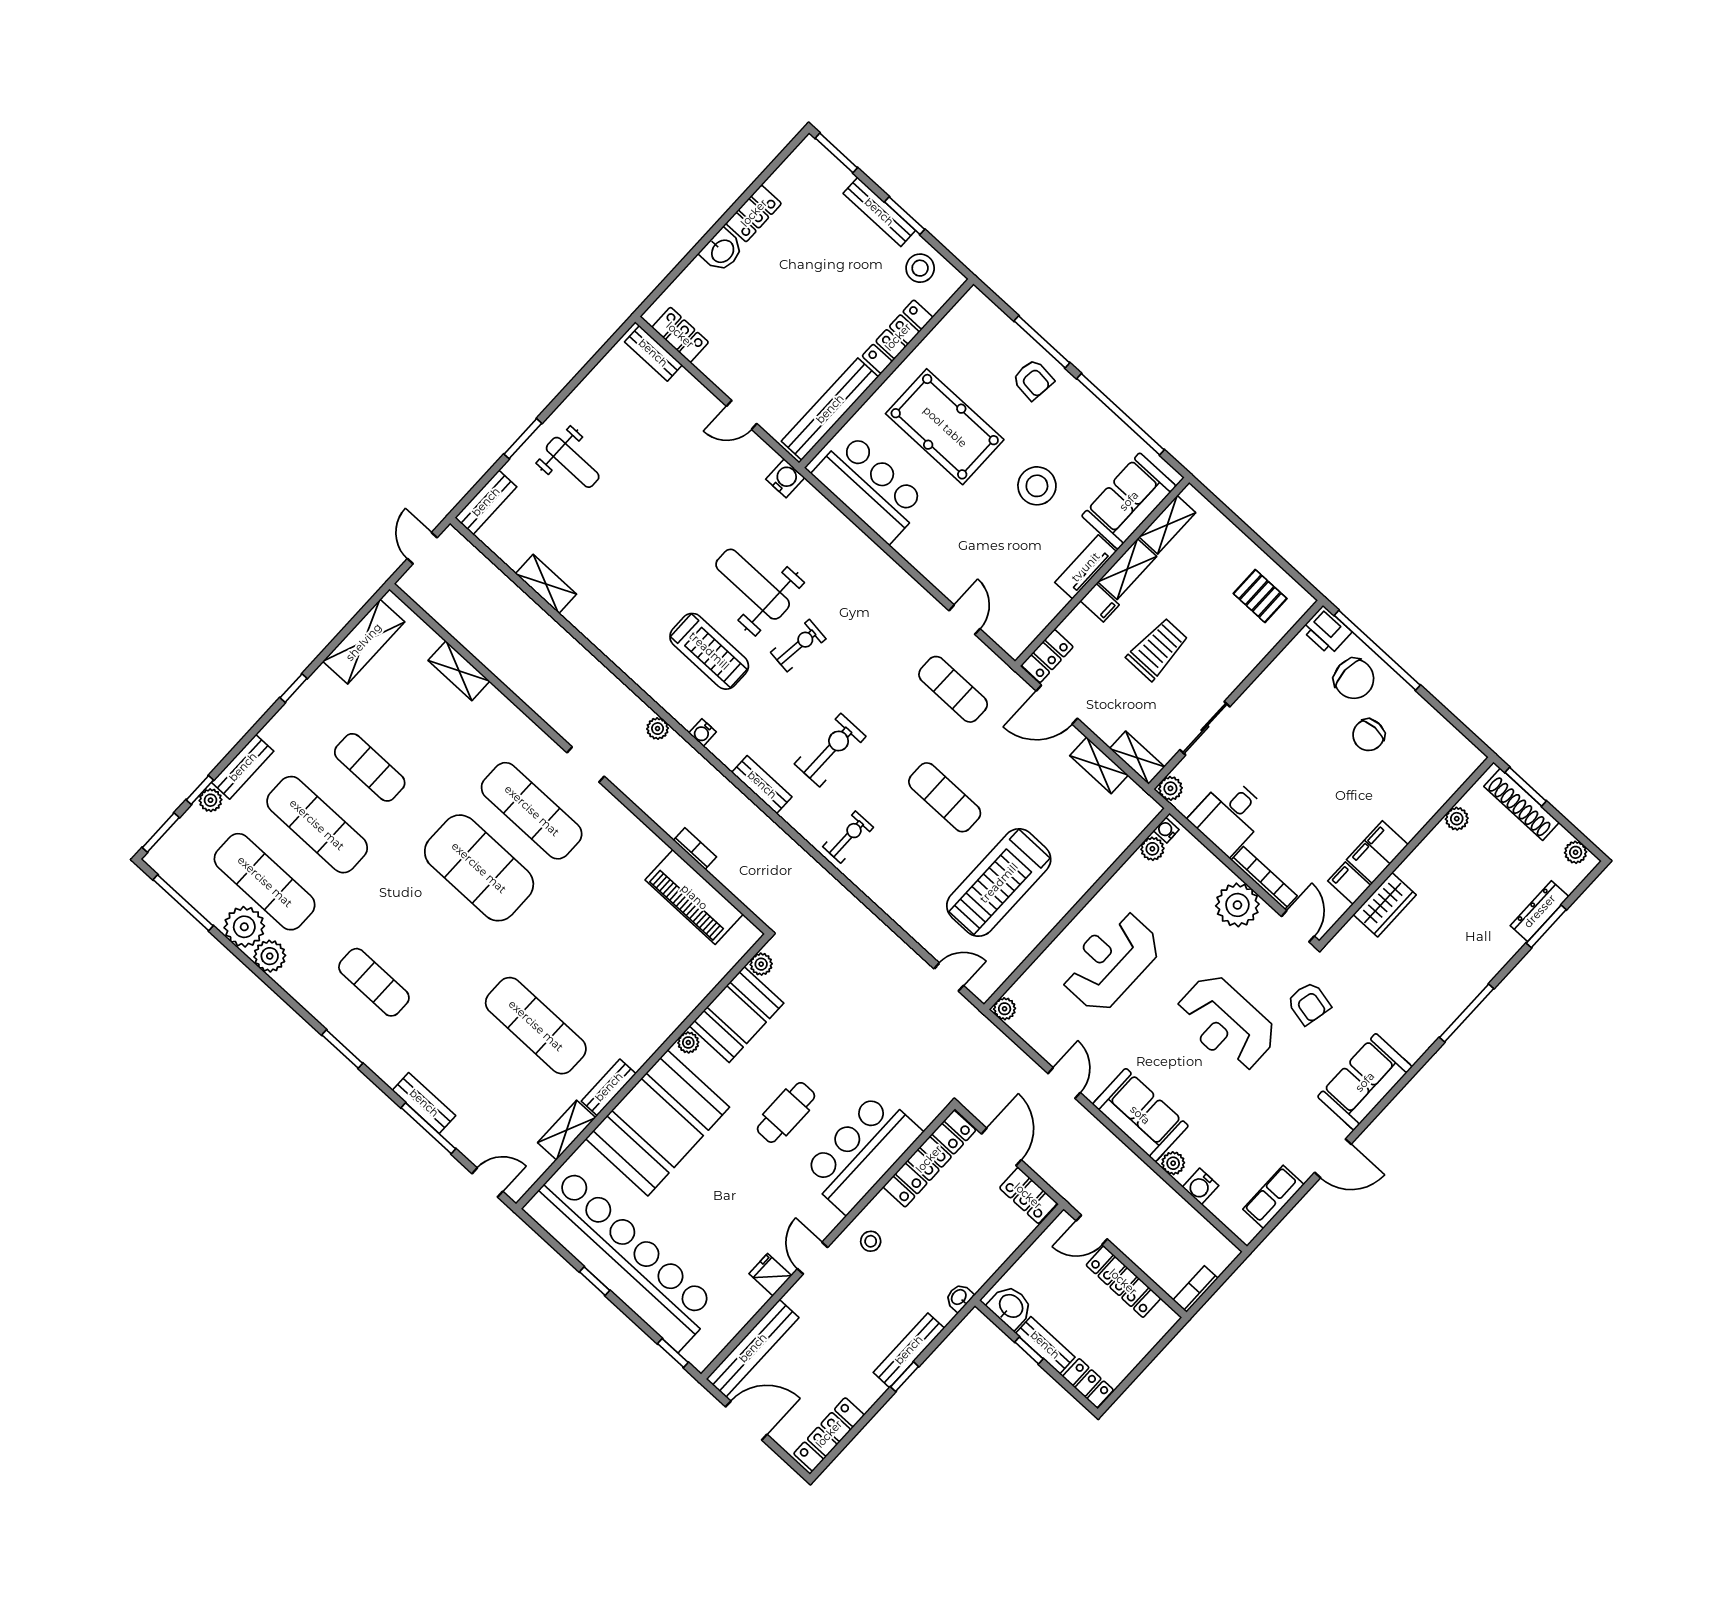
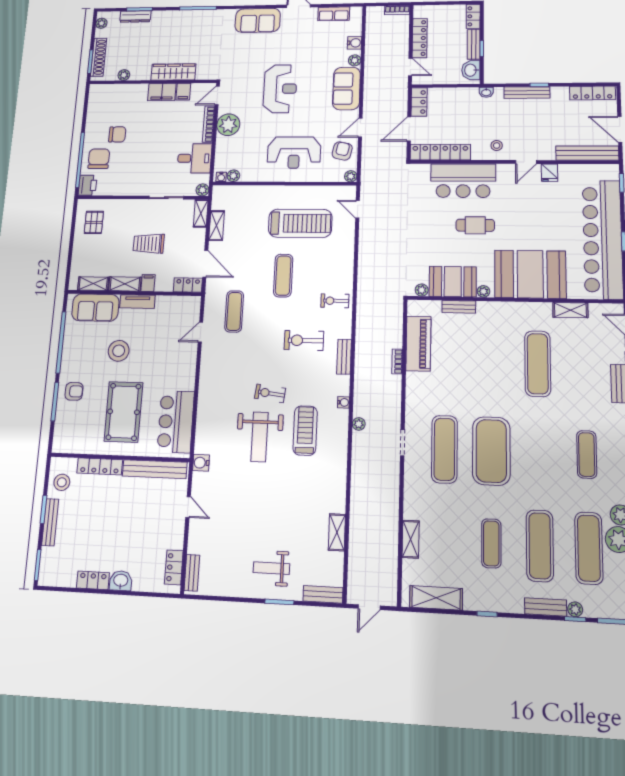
armchair: (1033, 380) -> (74, 391), turned 84
weight bench: (573, 462) -> (271, 568), turned -90
wardrobe: (1385, 905) -> (173, 72), width x1.50
armchair: (1309, 1003) -> (342, 151), moved
bench: (609, 1087) -> (459, 307), moved

